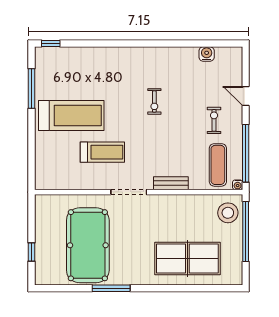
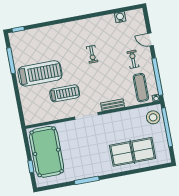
pool table: (88, 245) -> (47, 152), moved

